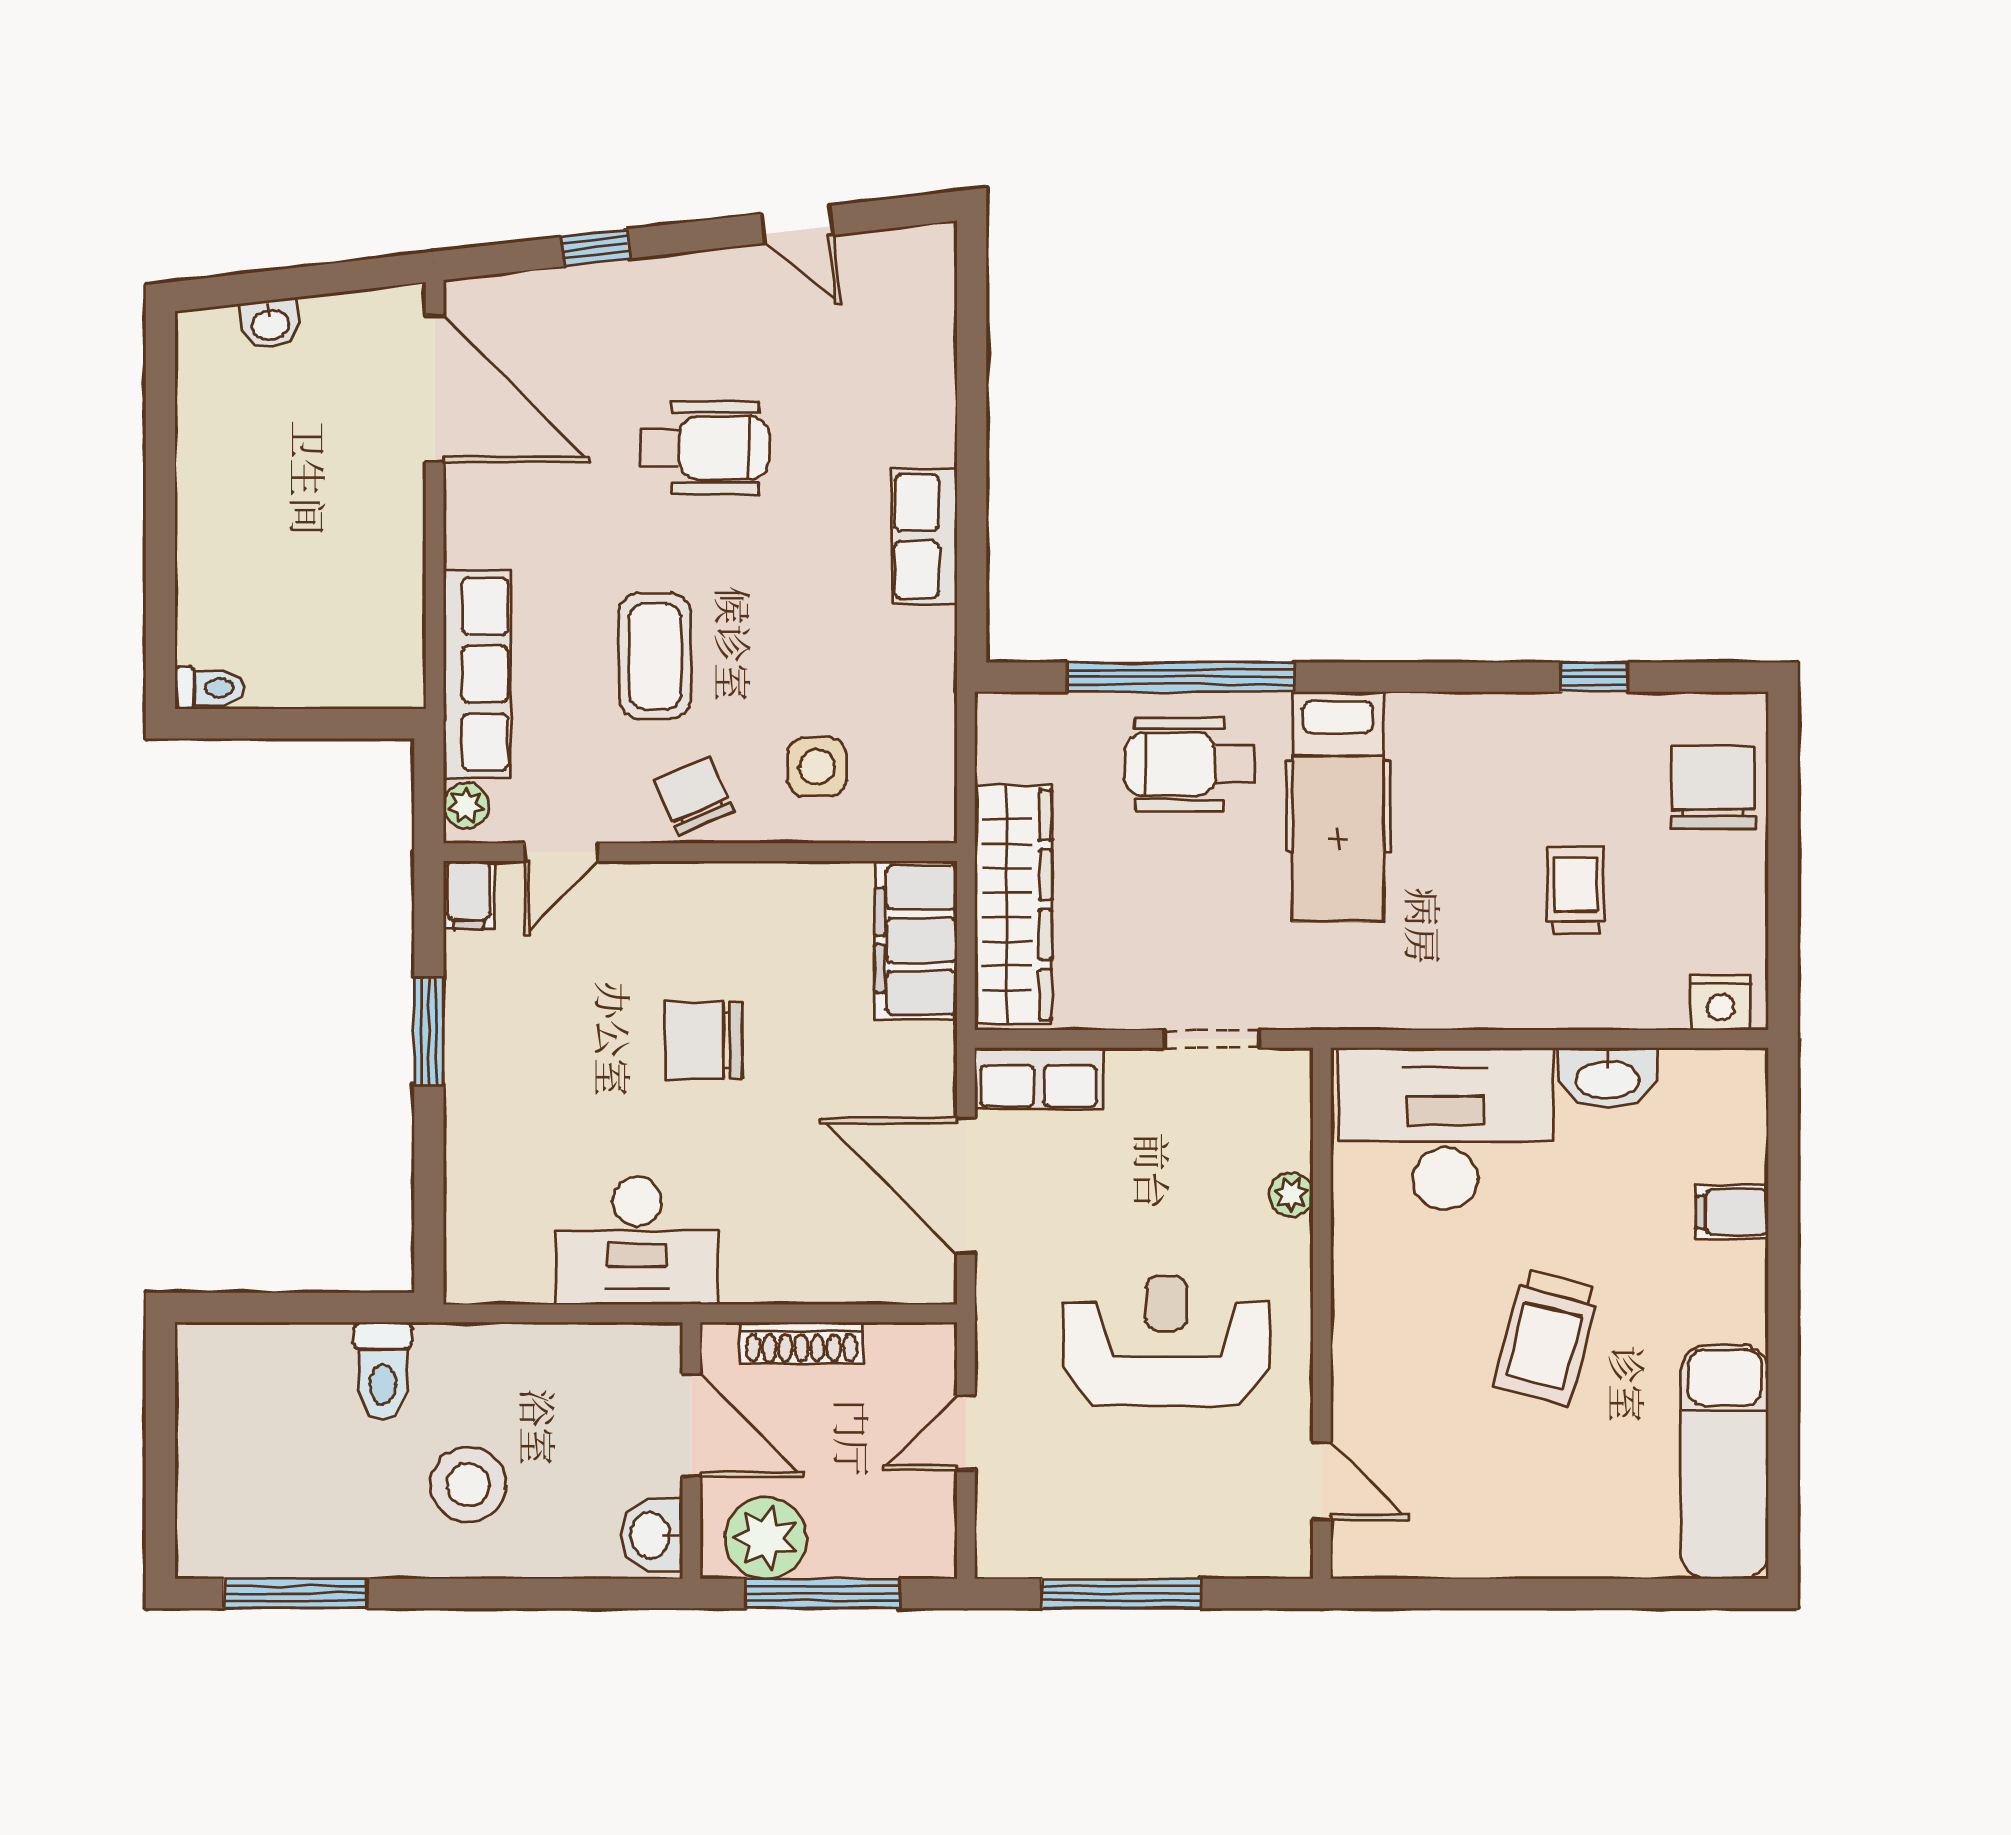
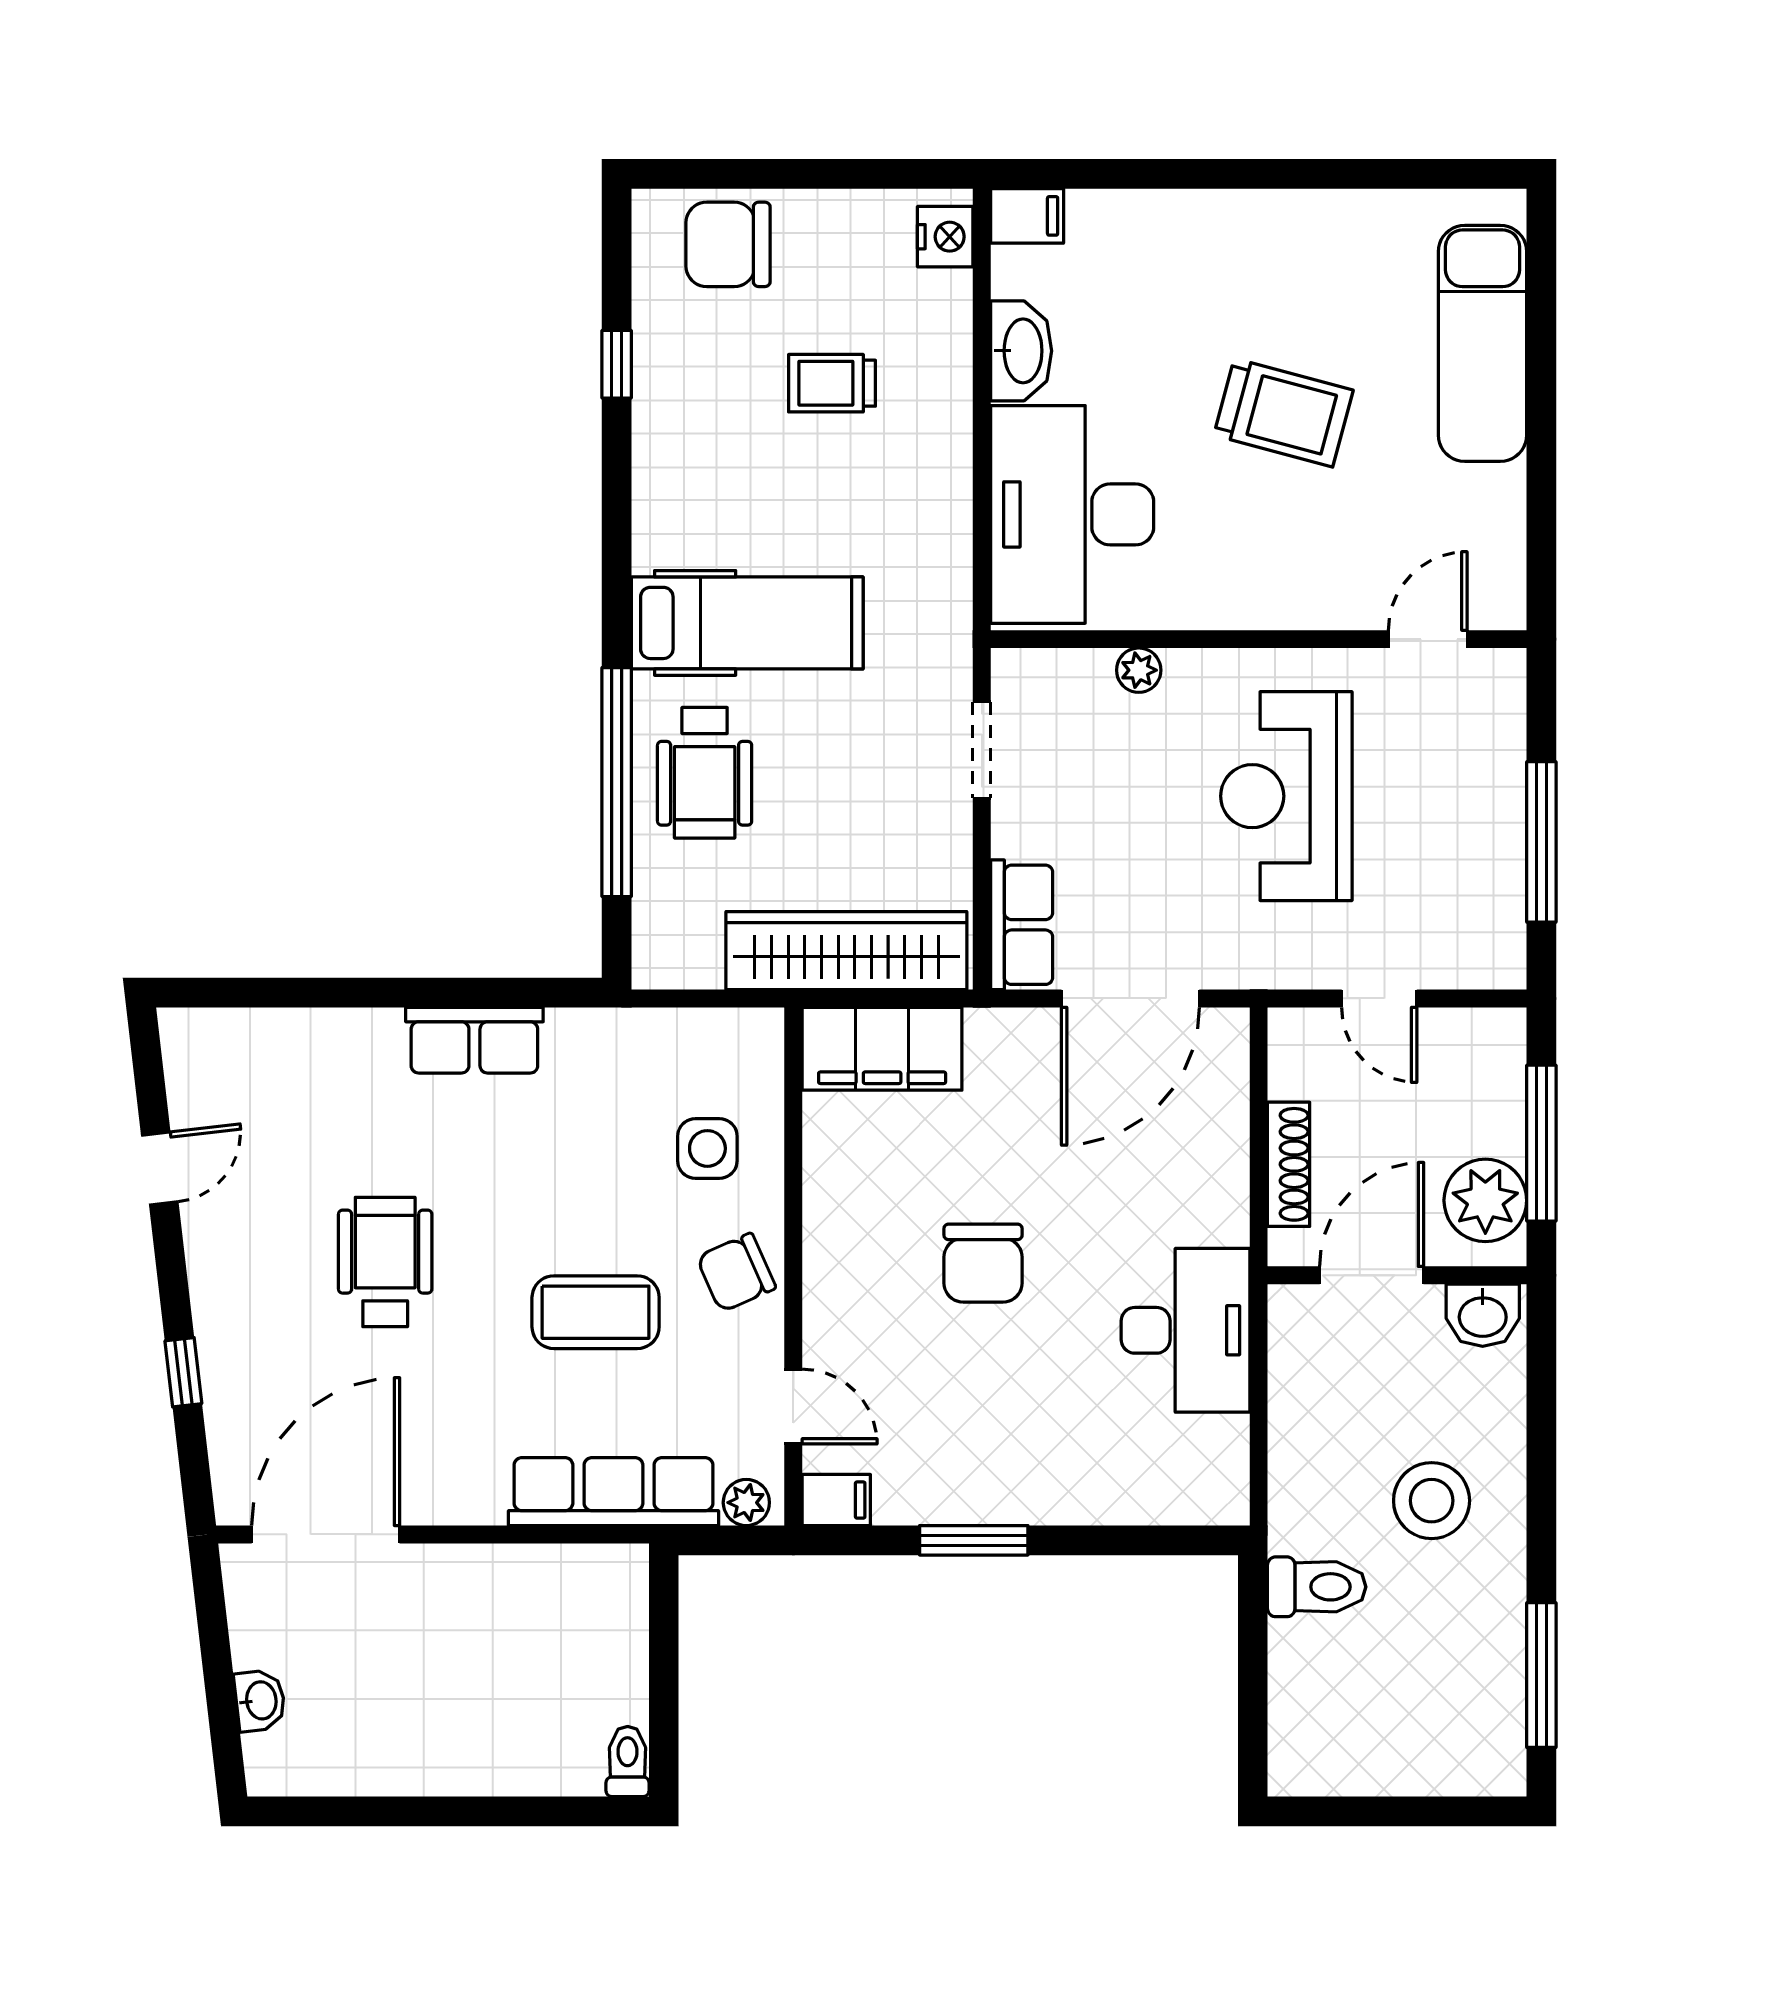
filing cabinet: (1732, 1212) -> (1027, 216), moved, turned -90
exam couch: (1725, 1462) -> (1483, 343), moved, turned 90

